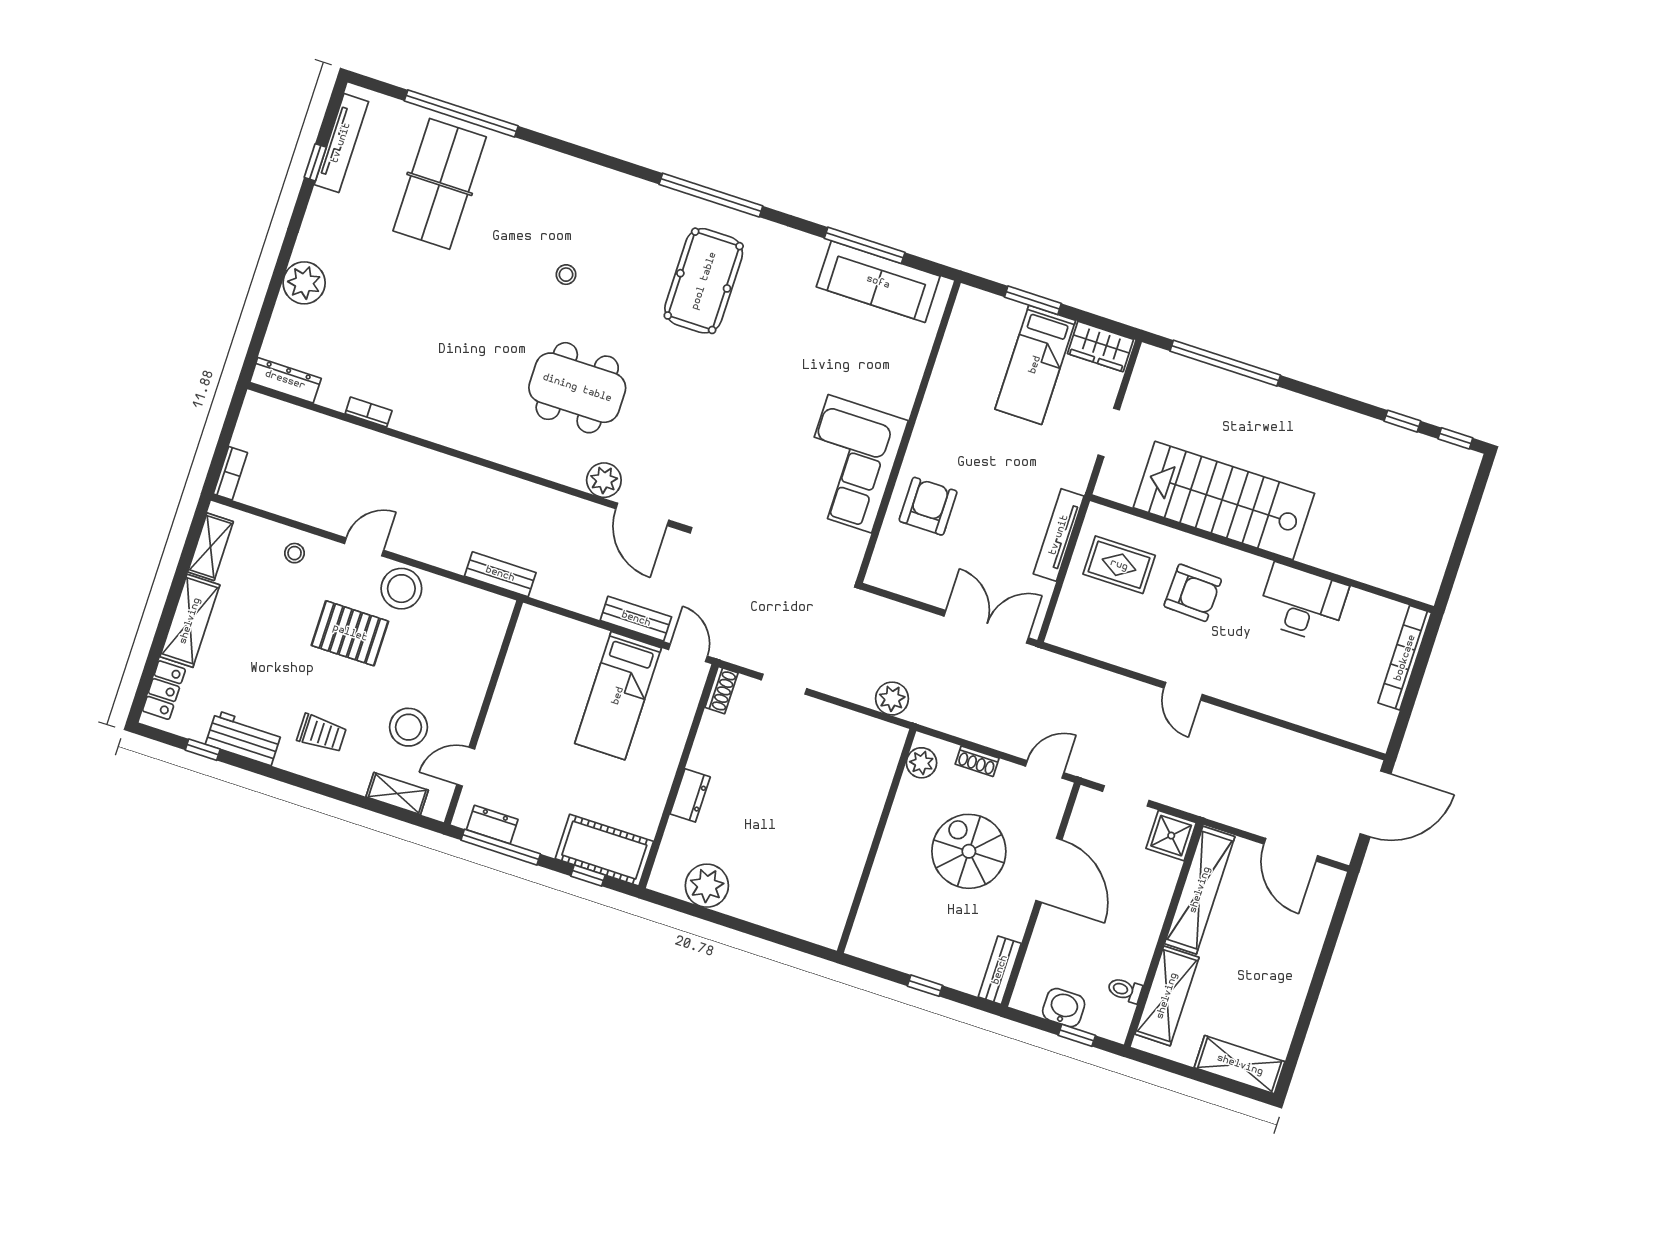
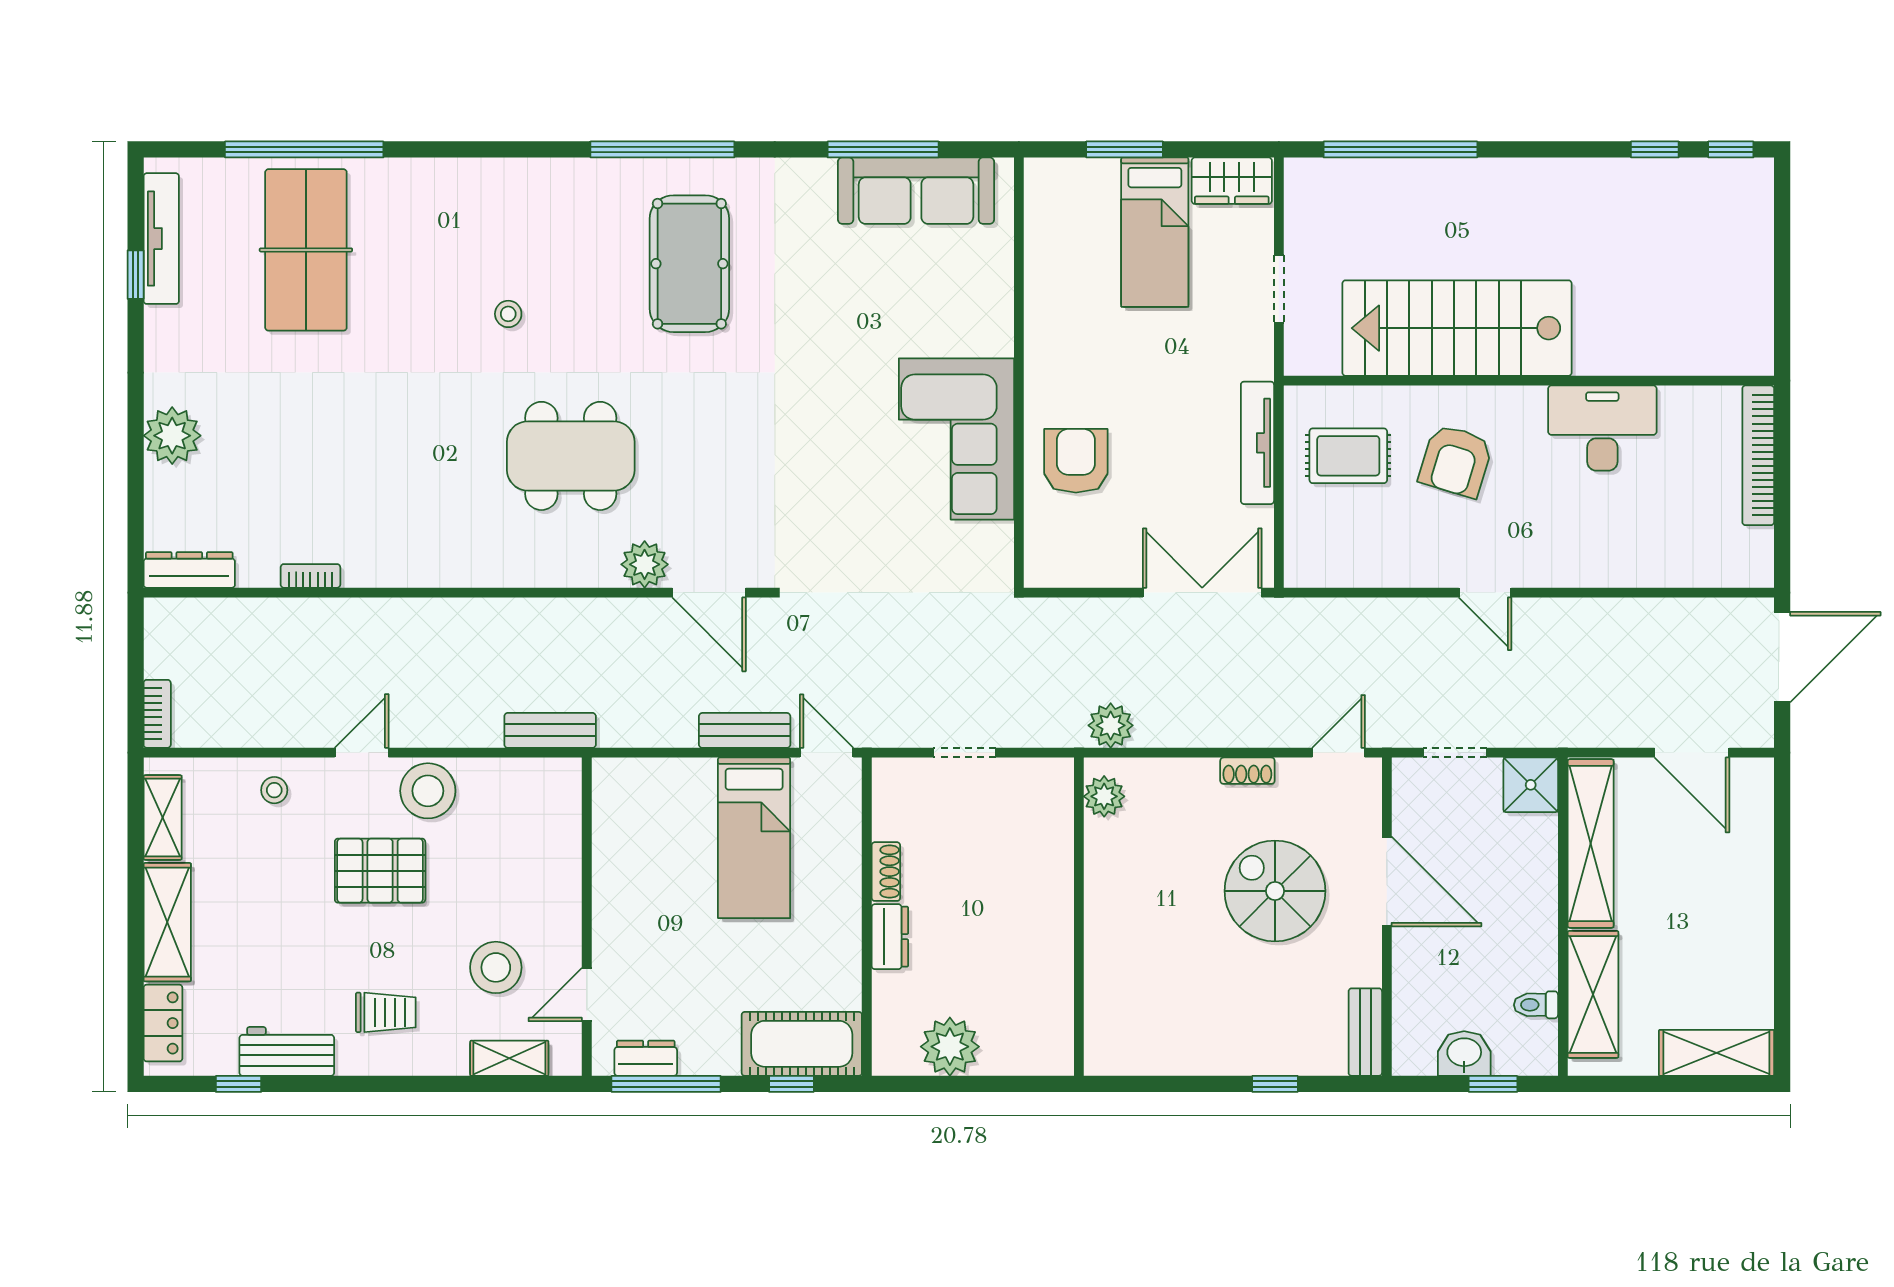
armchair: (1193, 593) -> (1456, 461), turned 105
shoe rack: (721, 690) -> (886, 872), moved
plant: (922, 763) -> (1104, 796), moved
wall: (876, 841) -> (1079, 917), moved

